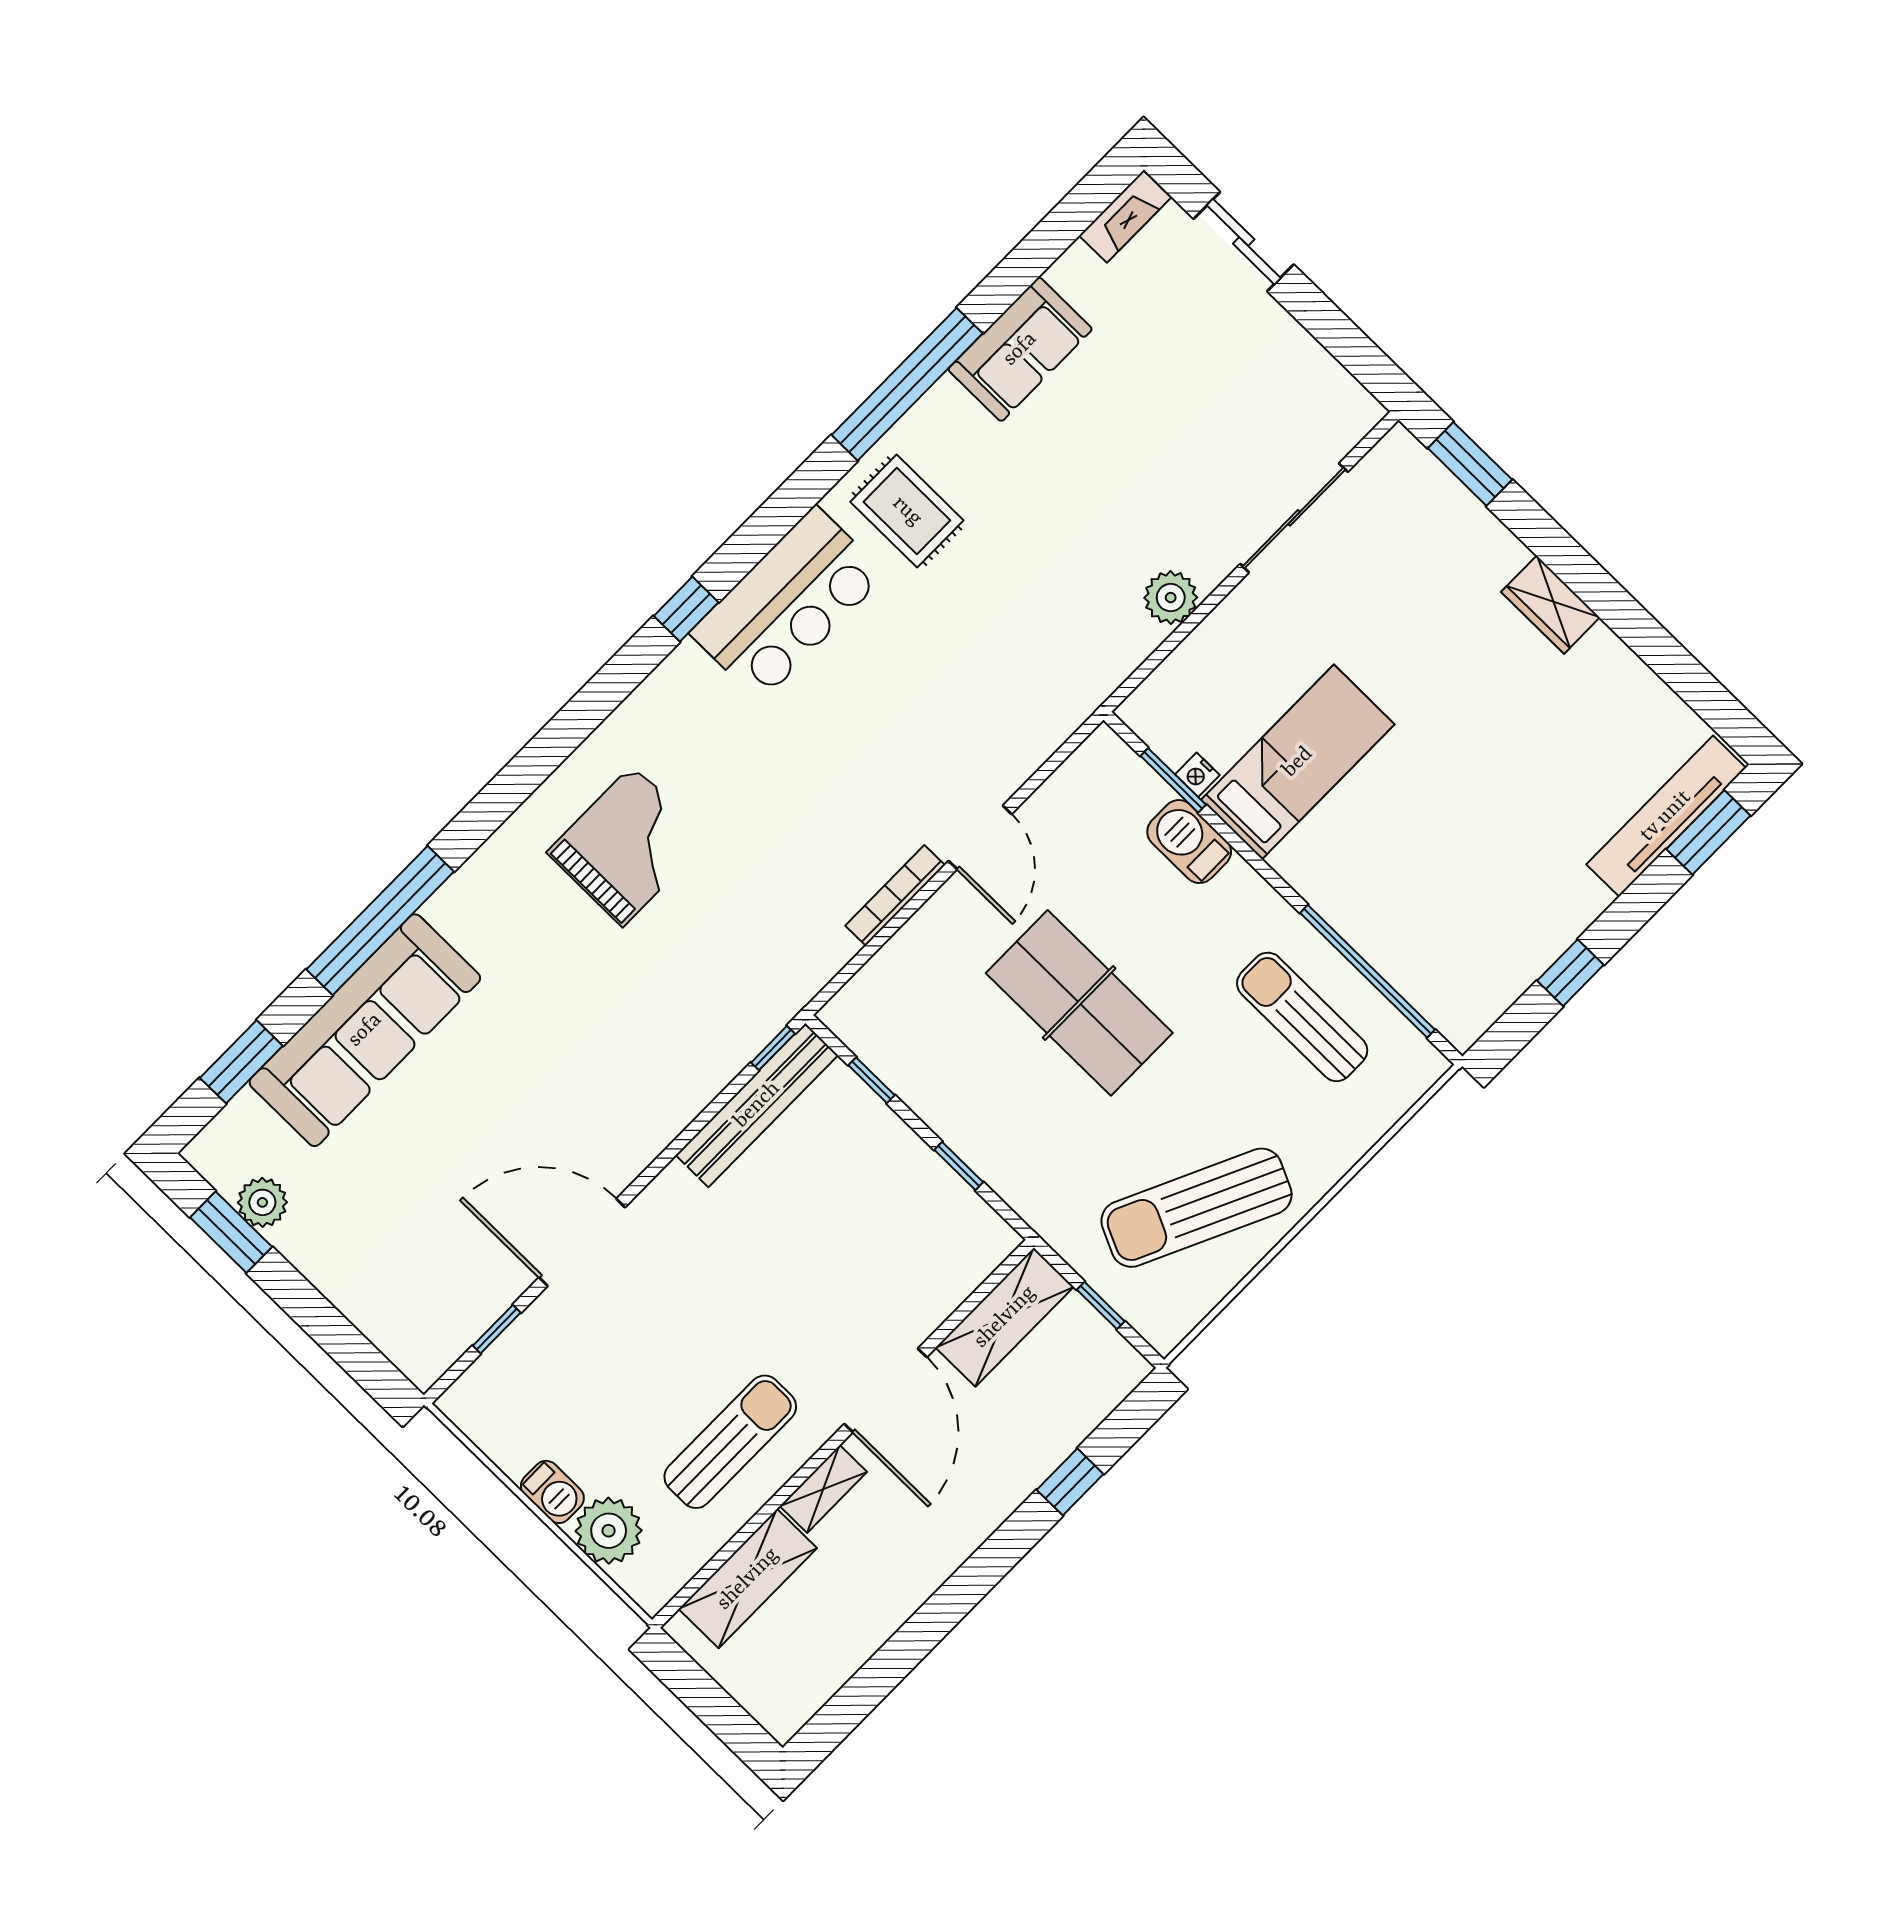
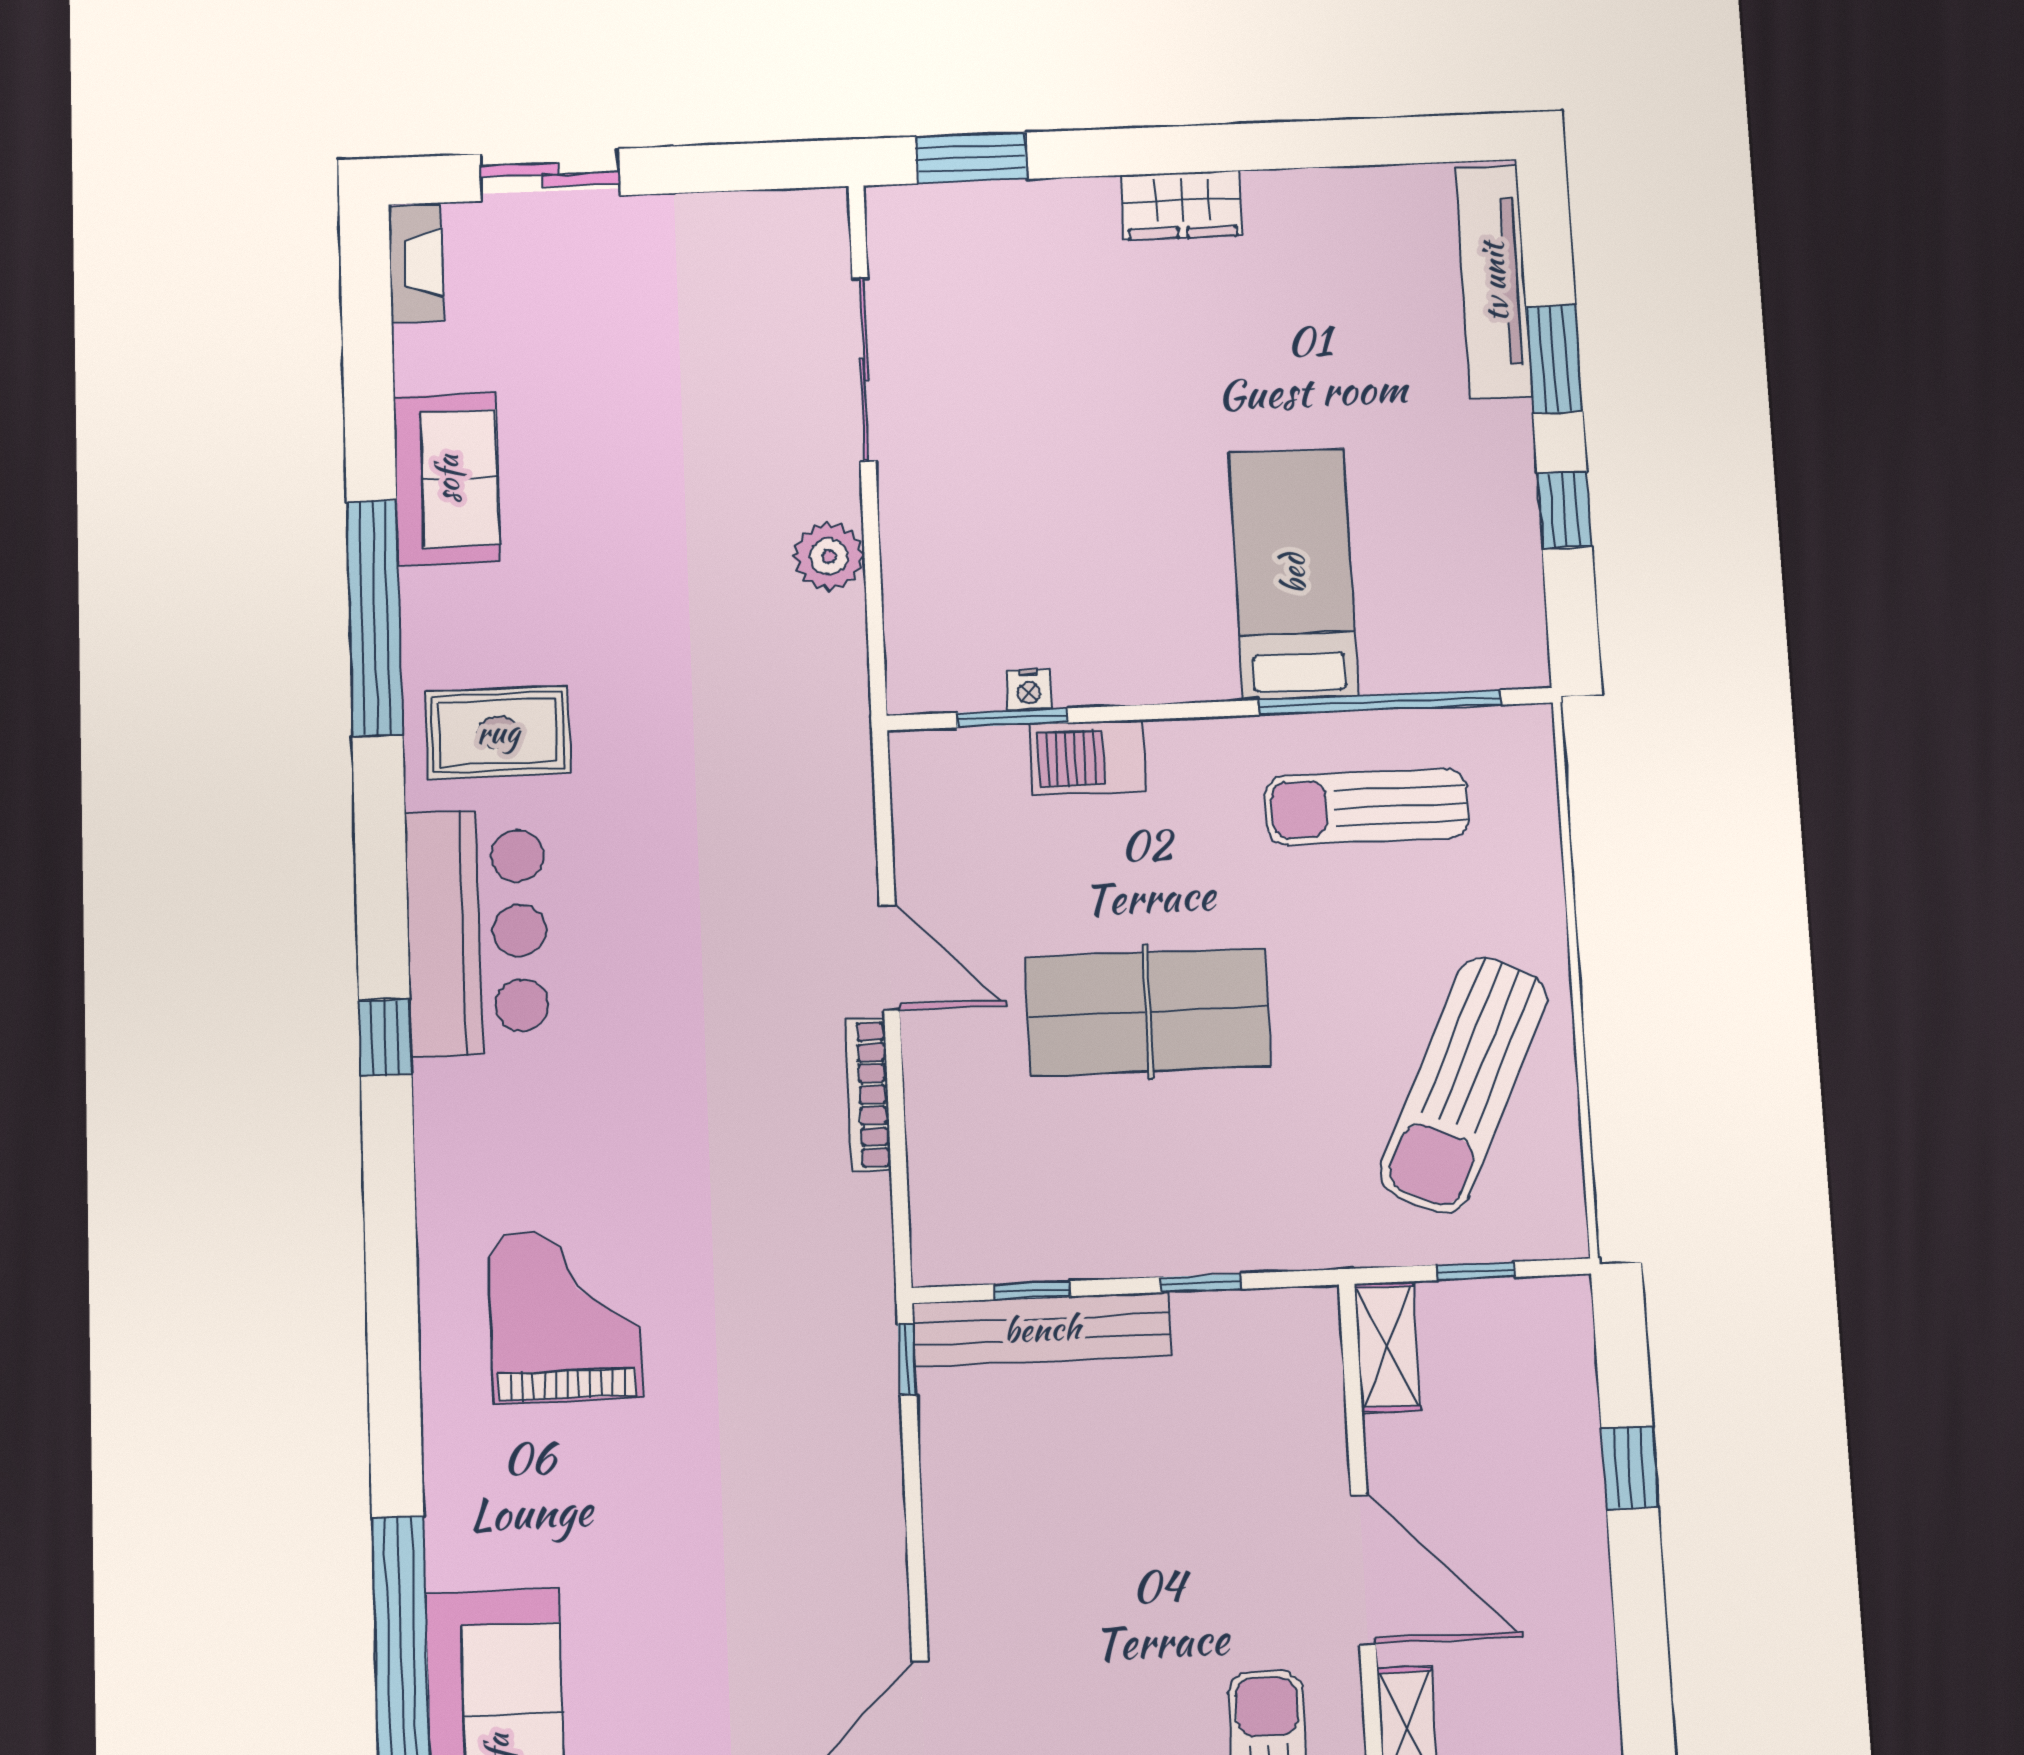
bed: (1298, 762) -> (1293, 574), moved
window: (1708, 832) -> (1554, 359), moved
bench: (757, 1105) -> (1042, 1329), moved, turned 90
shelving: (1005, 1317) -> (1387, 1347), width x0.67, depth x0.75

